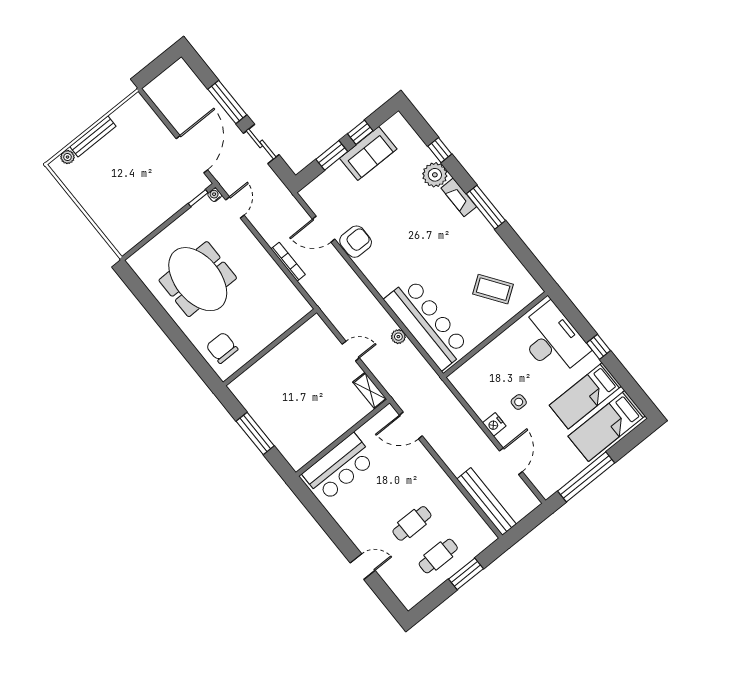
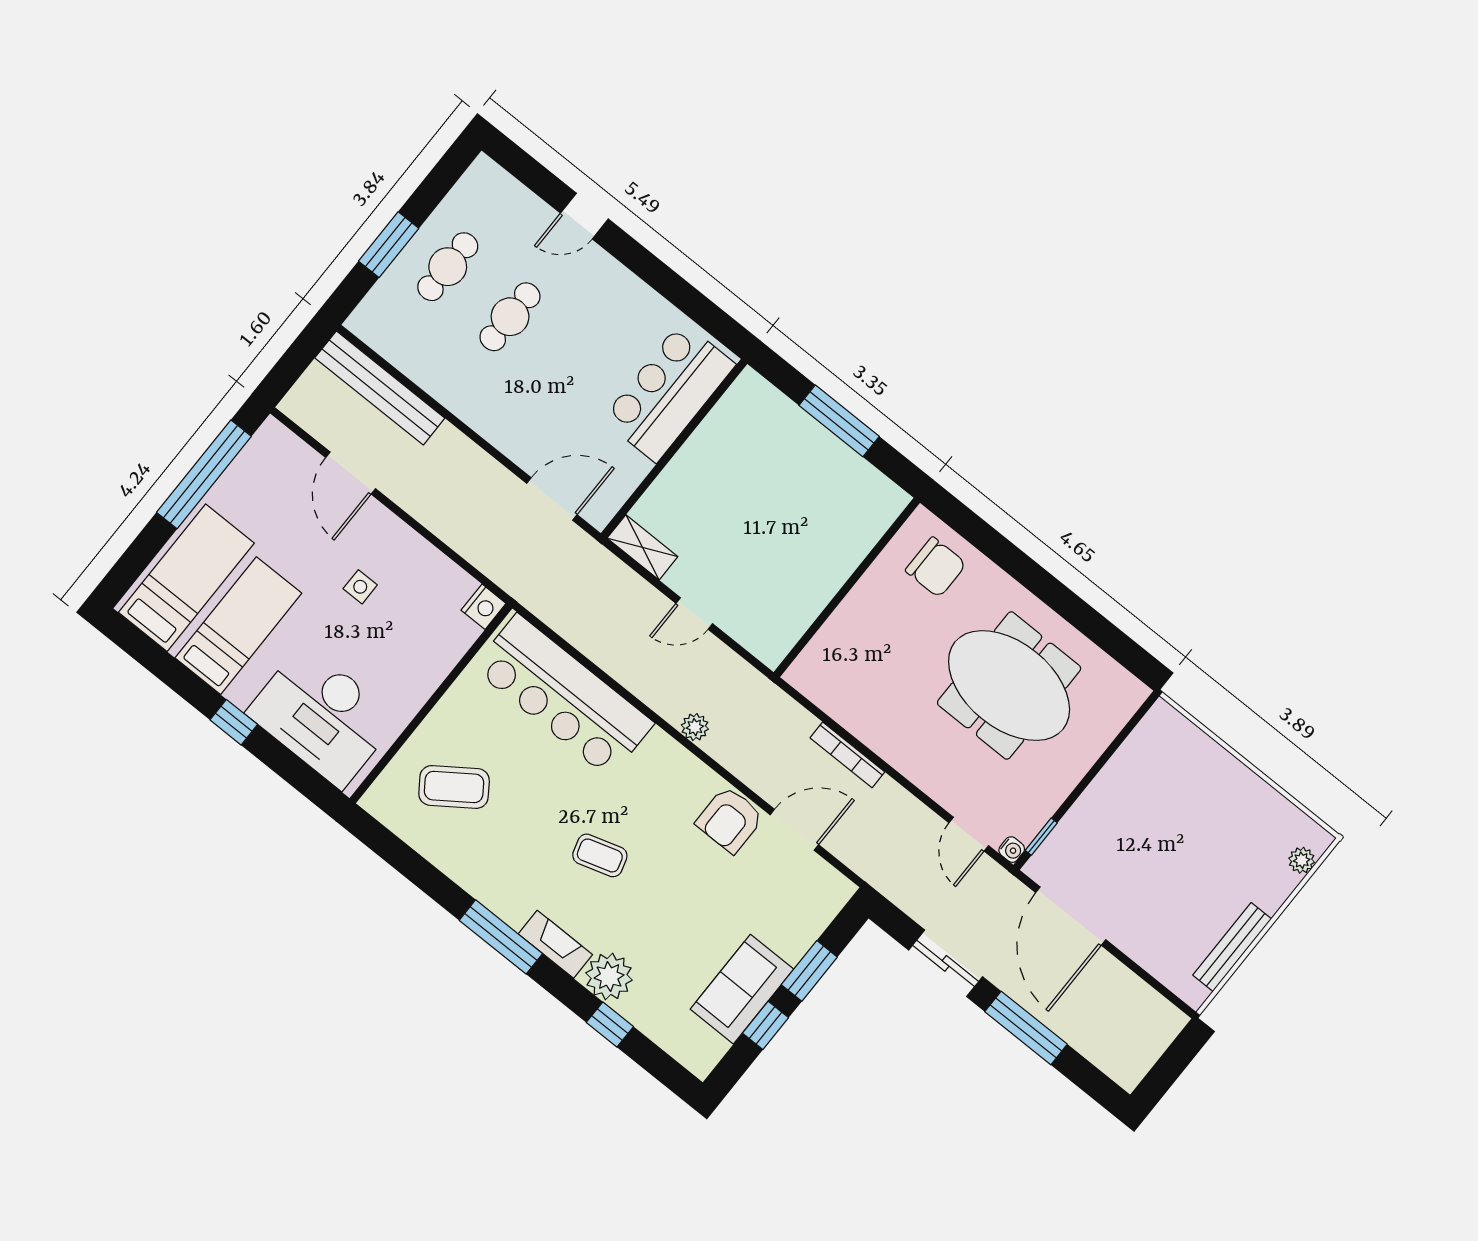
bench: (93, 136) -> (1232, 947), moved
coffee table: (426, 238) -> (600, 855), added
plant: (398, 337) -> (695, 727), moved
nightstand: (494, 424) -> (484, 607), moved, turned 90

